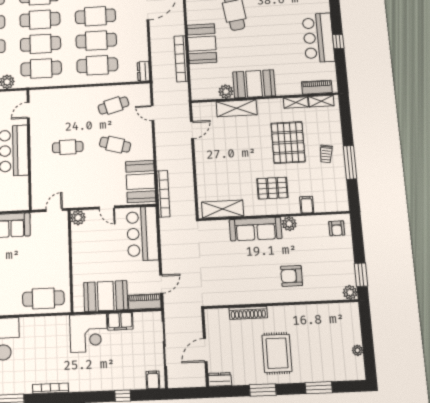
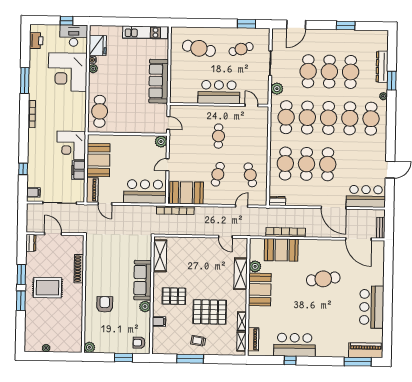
booth: (202, 44) -> (281, 250), moved
pallet: (272, 188) -> (174, 296), turned 90
window: (361, 275) -> (123, 358), moved
window: (319, 388) -> (21, 301), moved

